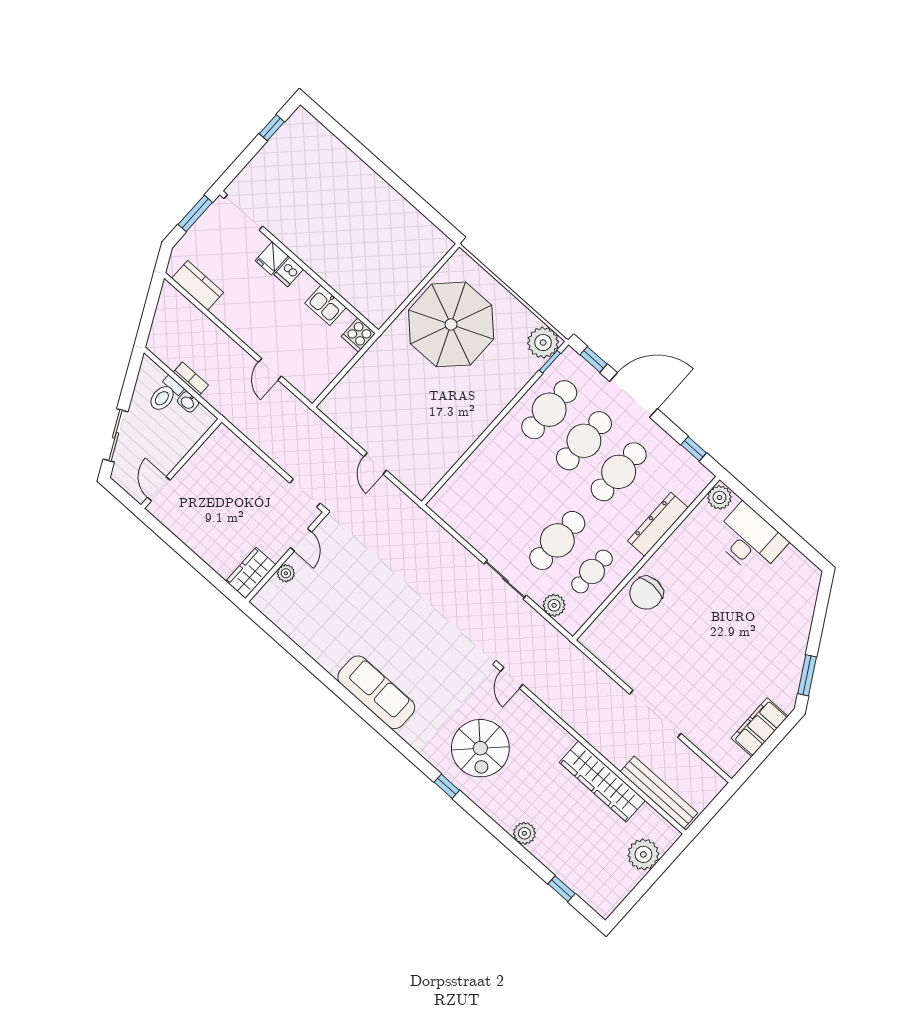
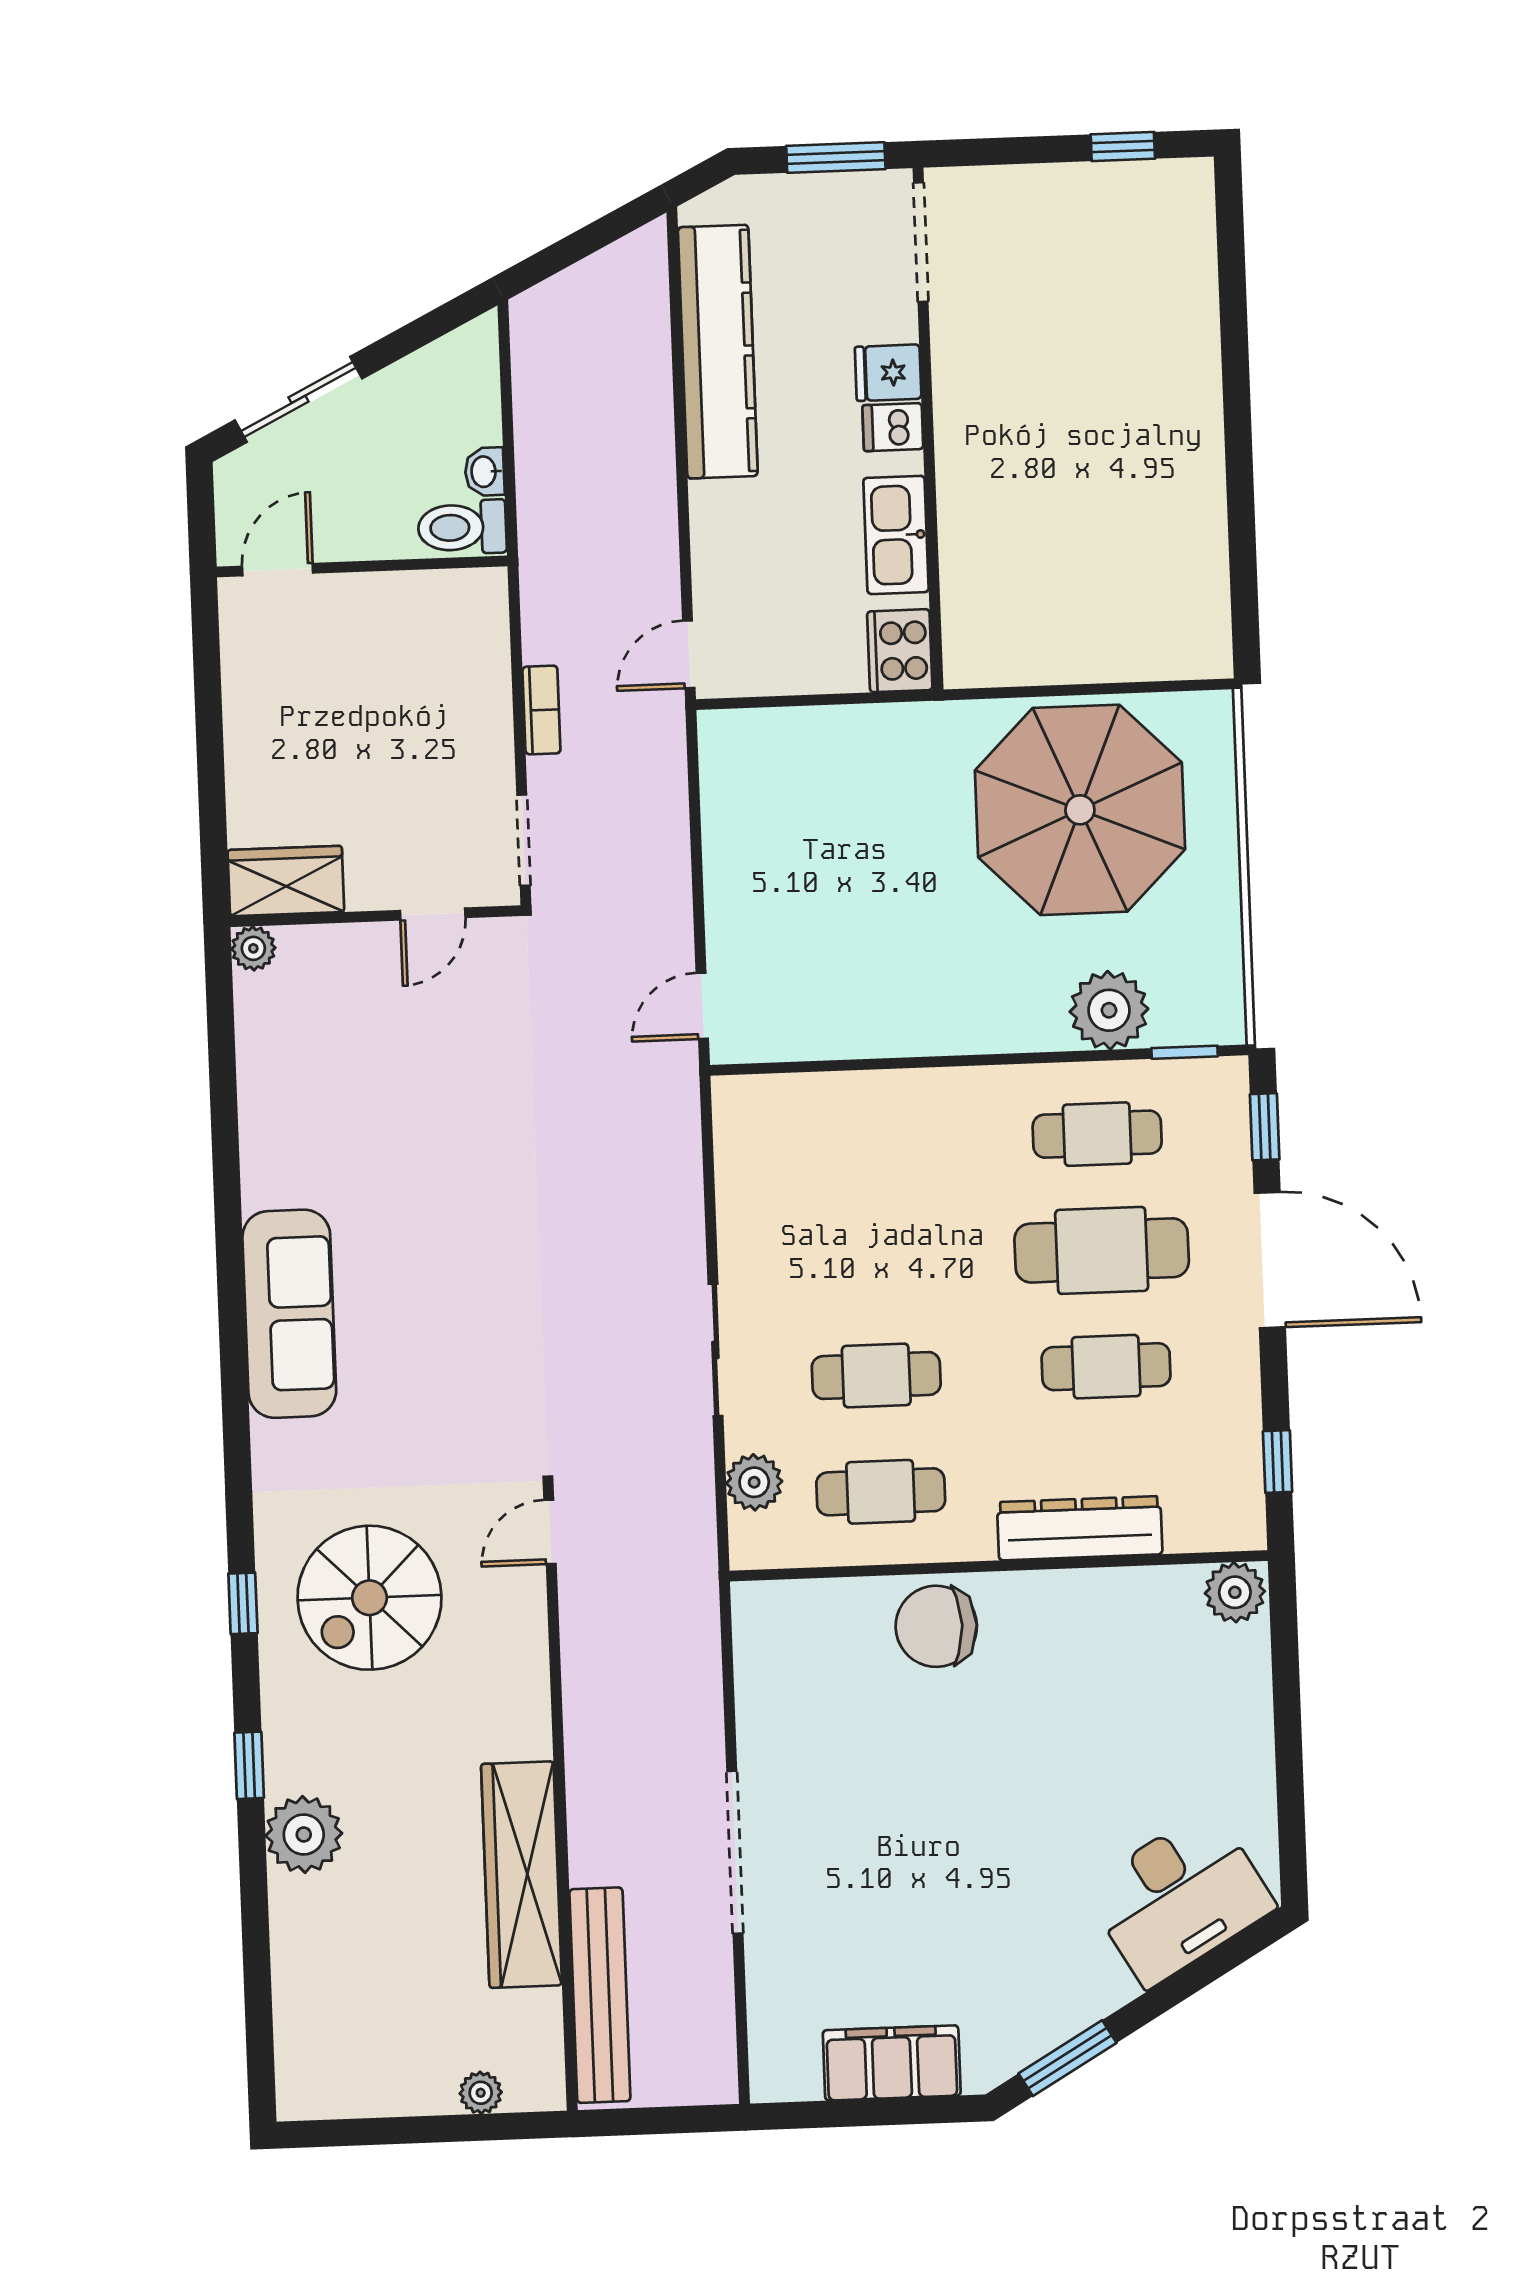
kitchen counter: (197, 285) -> (718, 352), width x2.08, depth x1.17
kitchen sink: (325, 305) -> (896, 535), width x1.38
cooker: (358, 335) -> (900, 651), width x1.36
plant: (543, 343) -> (1109, 1010), moved
door: (270, 369) -> (689, 654), moved
bookcase: (191, 379) -> (541, 710), moved
toilet: (165, 395) -> (462, 527), moved
cafe table: (549, 410) -> (1097, 1134), width x0.73, depth x0.74
door: (375, 463) -> (702, 1006), moved
cafe table: (619, 472) -> (1106, 1367), width x0.73, depth x0.74
cafe table: (557, 540) -> (876, 1376), width x0.73, depth x0.74
desk: (750, 540) -> (1179, 1897), moved, turned 60
plant: (286, 573) -> (253, 948), moved
plant: (524, 833) -> (304, 1834), width x1.36, depth x1.36
plant: (643, 854) -> (481, 2093), width x0.53, depth x0.53
window: (562, 889) -> (249, 1765), moved

